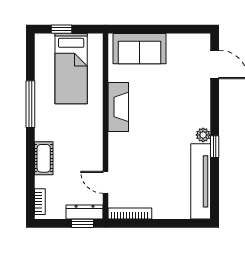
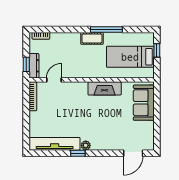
cot: (44, 158) -> (92, 38), moved

